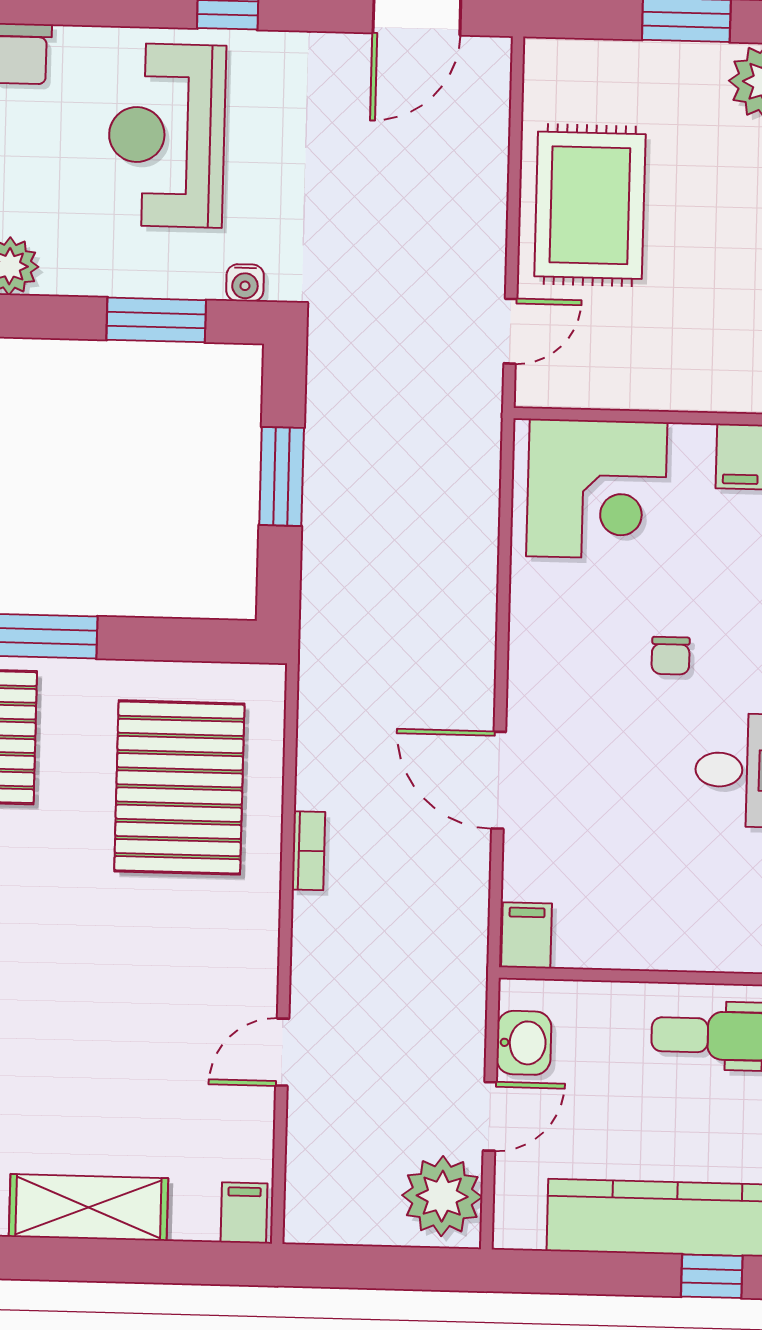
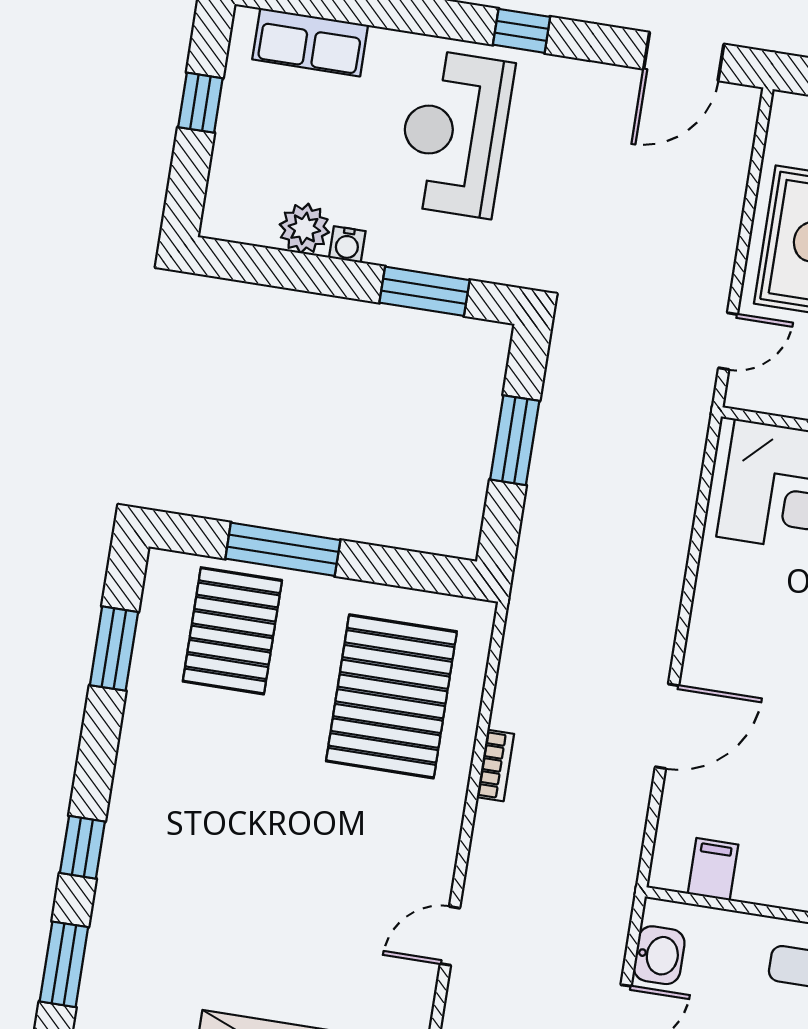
water cooler: (245, 283) -> (347, 244), moved
door: (499, 780) -> (667, 726), swing flipped
filing cabinet: (526, 935) -> (713, 869), moved

